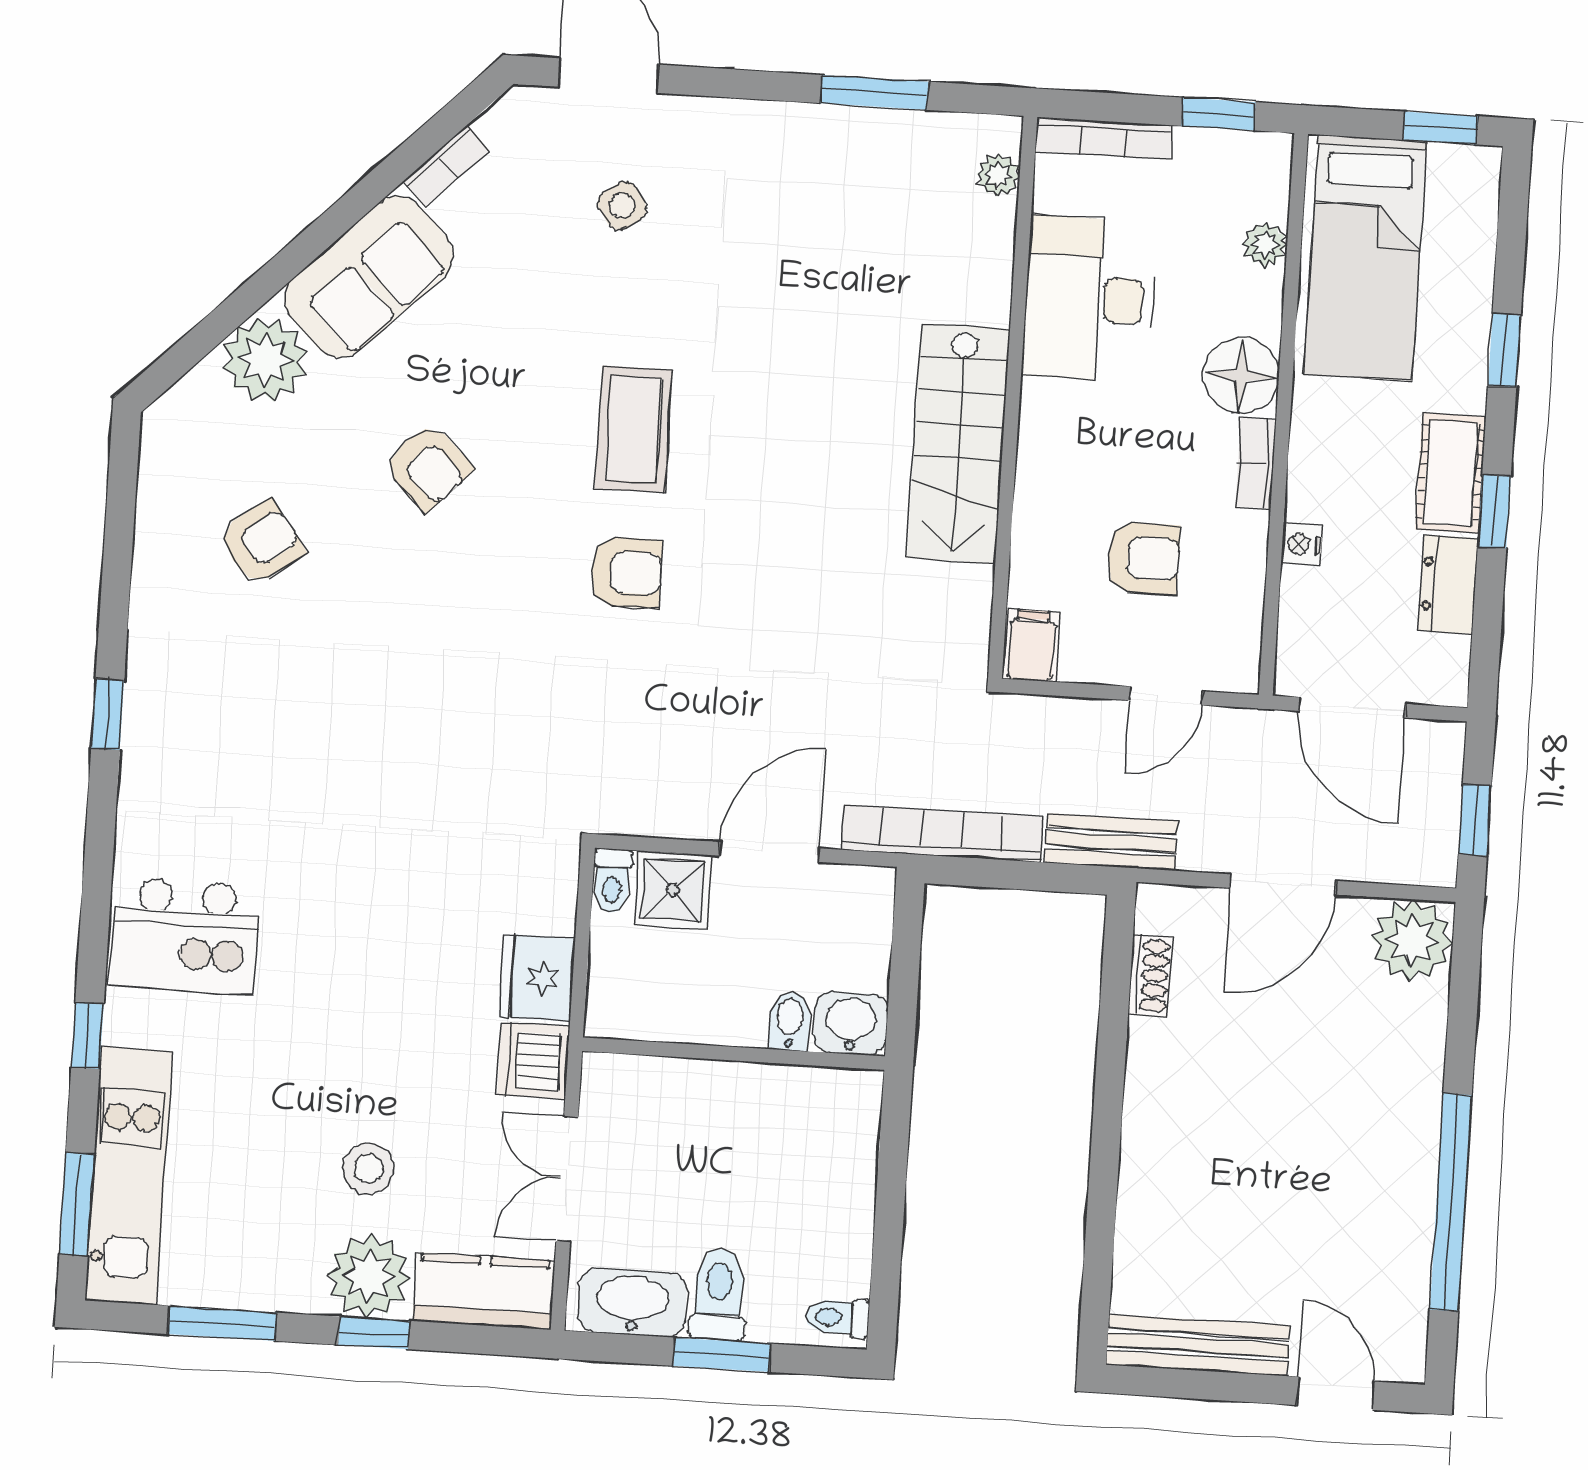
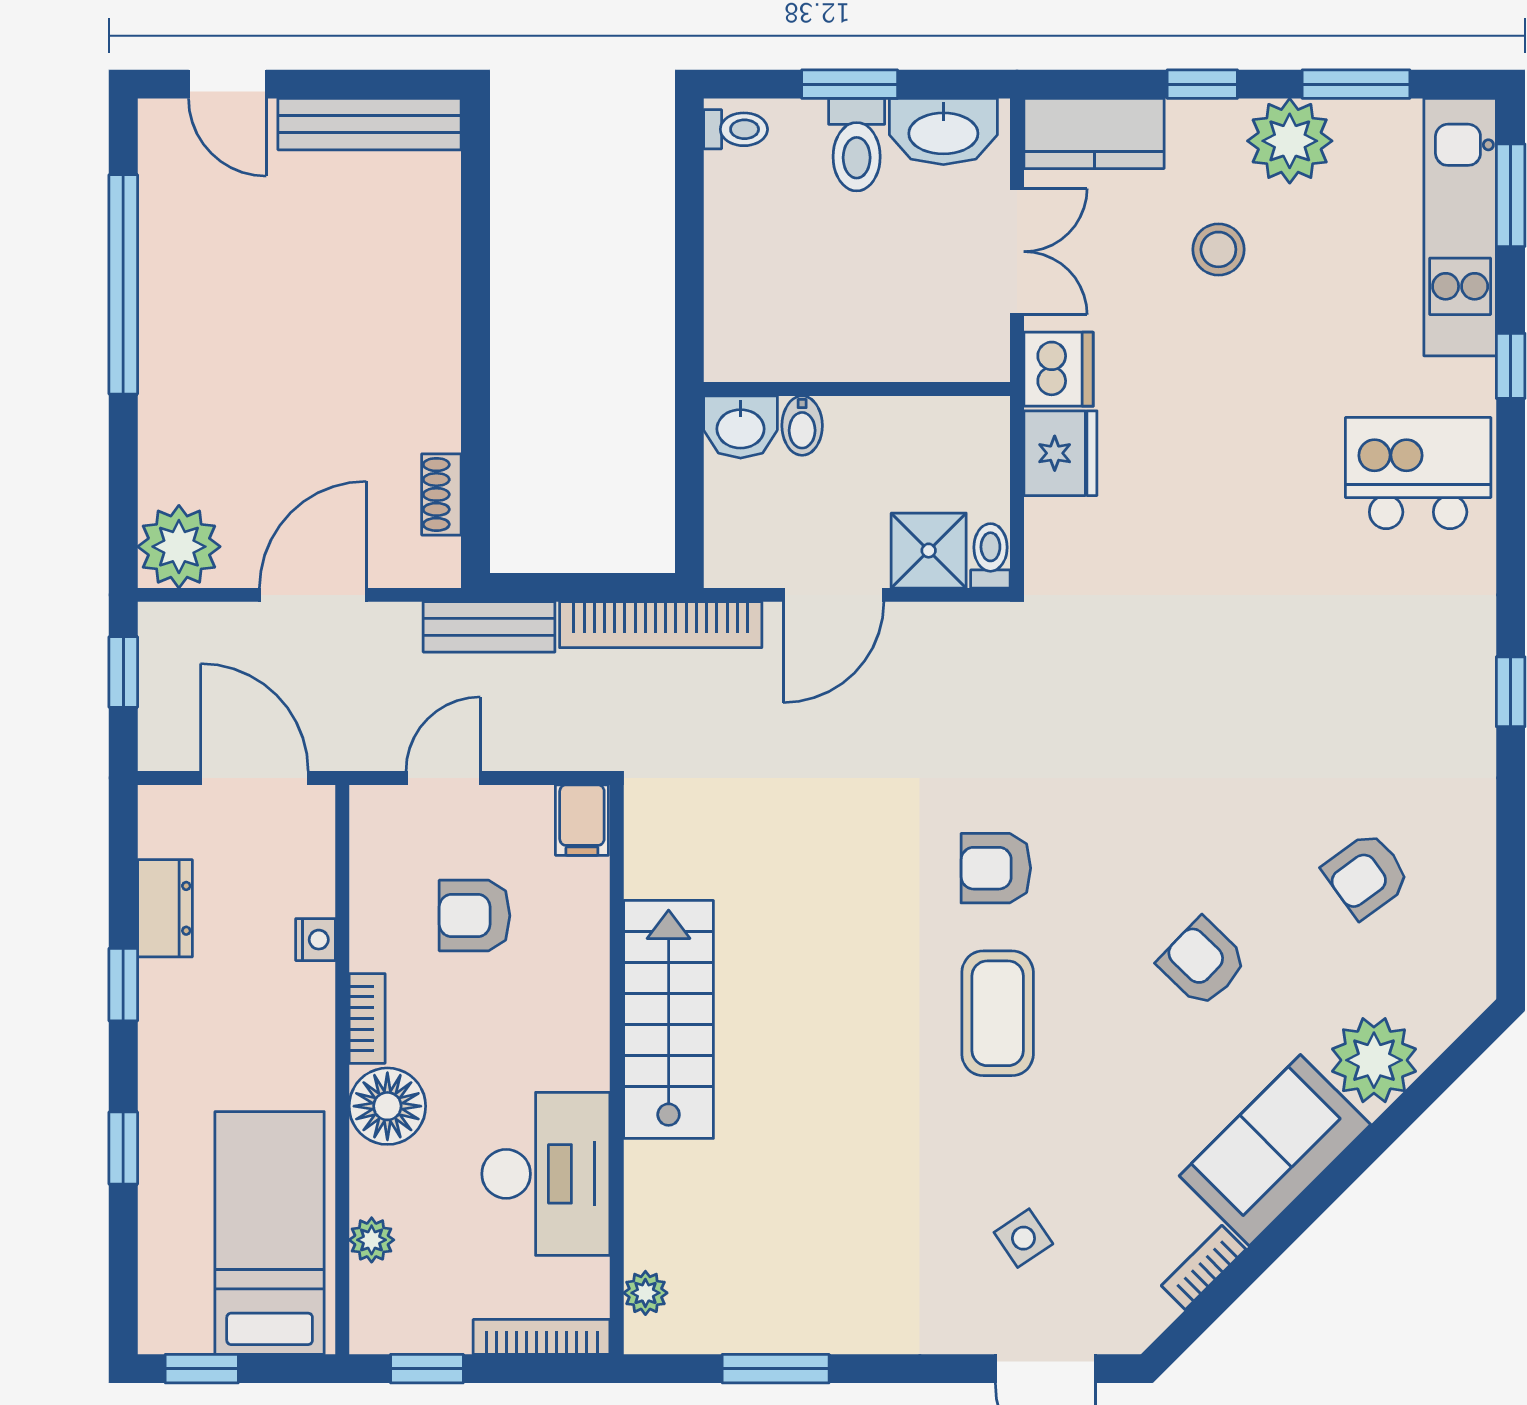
cot: (1451, 473) -> (170, 1021), removed
plant: (369, 1276) -> (1290, 141), moved

